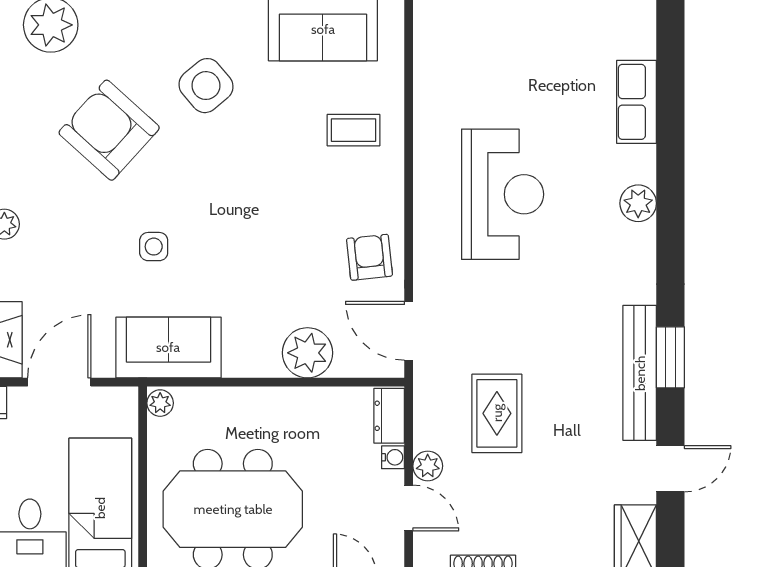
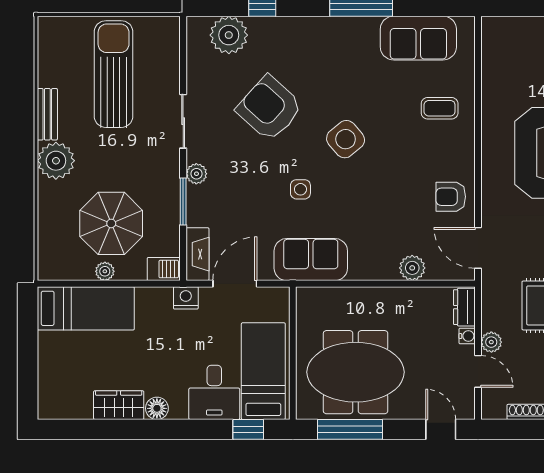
side table: (206, 86) -> (346, 139), moved
armchair: (369, 257) -> (451, 197), turned -84
plant: (307, 353) -> (412, 268), width x0.73, depth x0.73
plant: (160, 403) -> (305, 298), removed

